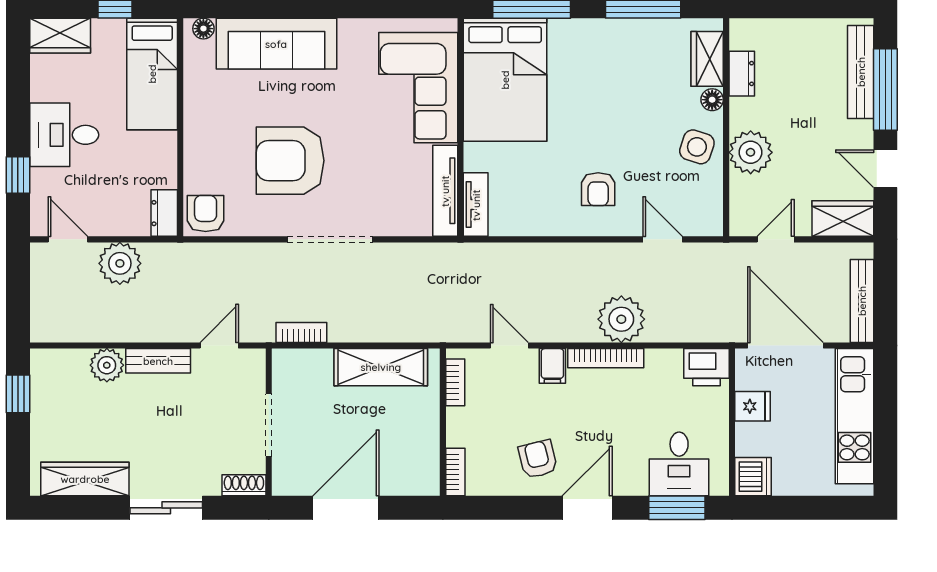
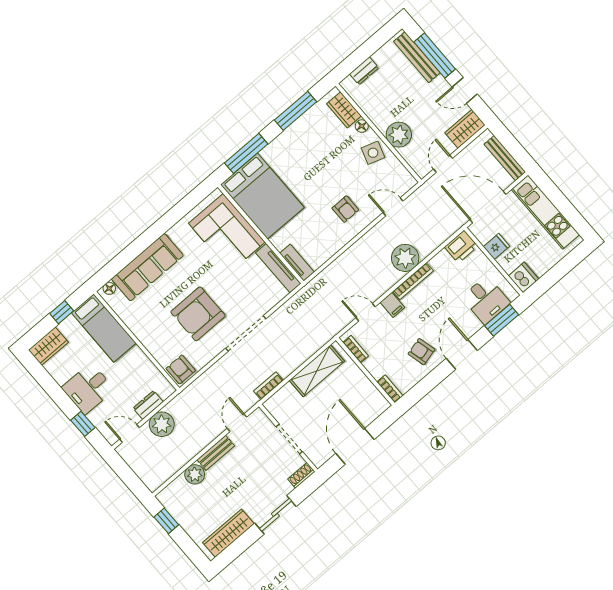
dresser: (742, 74) -> (364, 71), moved, turned 90
dresser: (164, 213) -> (148, 405), moved, turned 90

